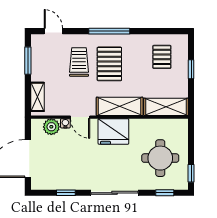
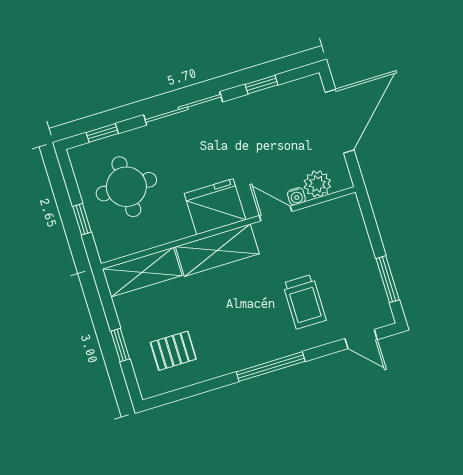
pallet: (162, 57) -> (173, 351), turned 90
pallet: (109, 64) -> (254, 314), removed
shelving: (37, 97) -> (354, 225), removed
window: (191, 173) -> (82, 219), moved

